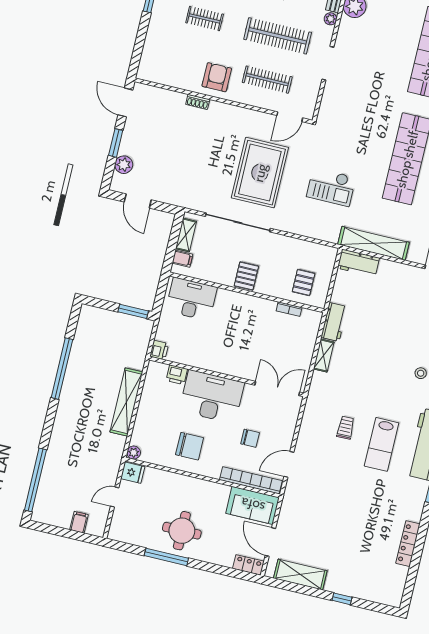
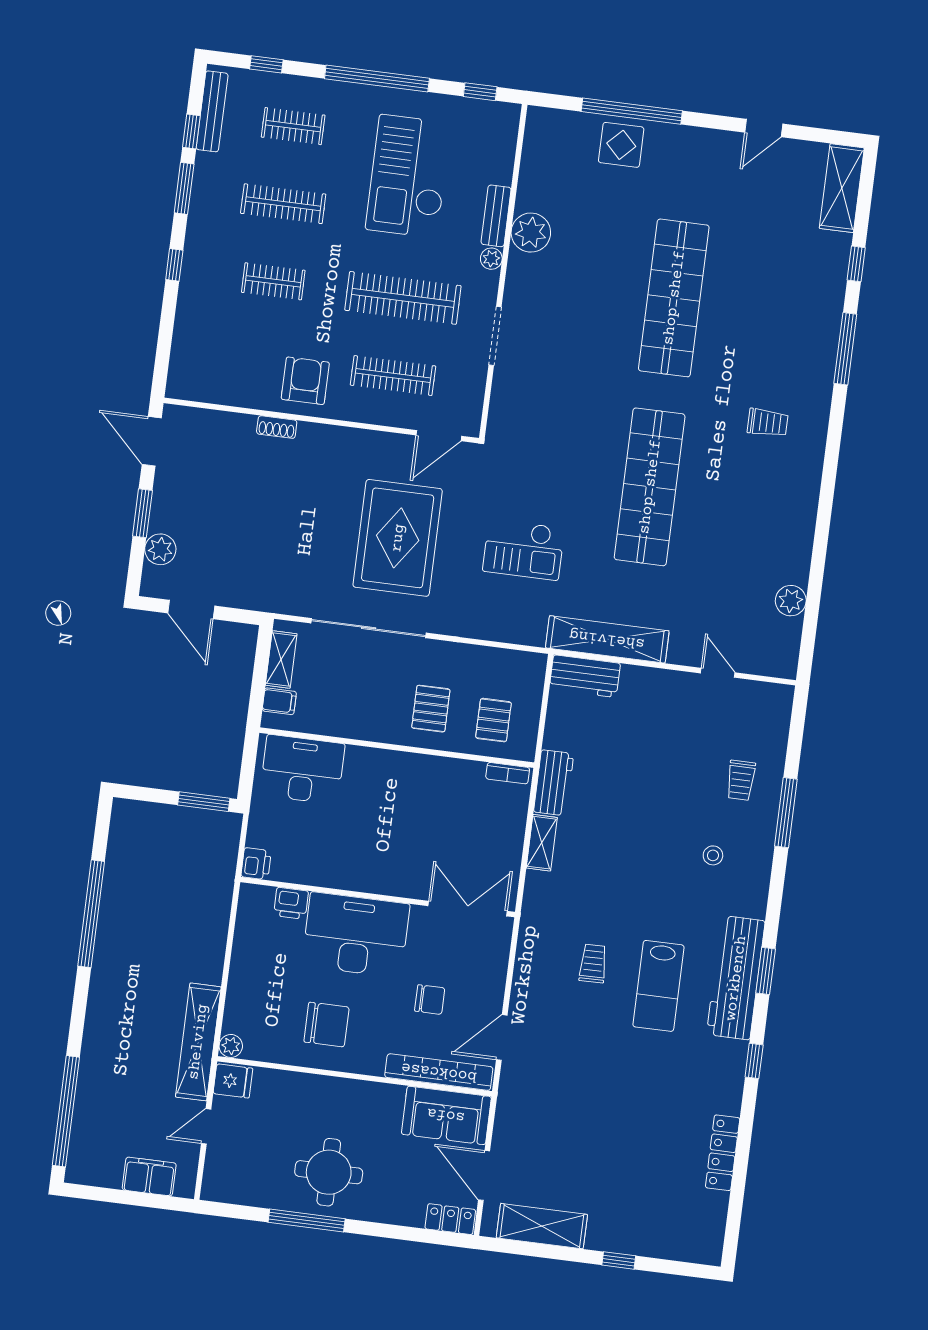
pallet: (246, 276) -> (431, 709), moved
bookcase: (289, 309) -> (508, 773), moved
shelving: (126, 402) -> (198, 1042), moved
filing cabinet: (79, 522) -> (149, 1177), width x2.00

